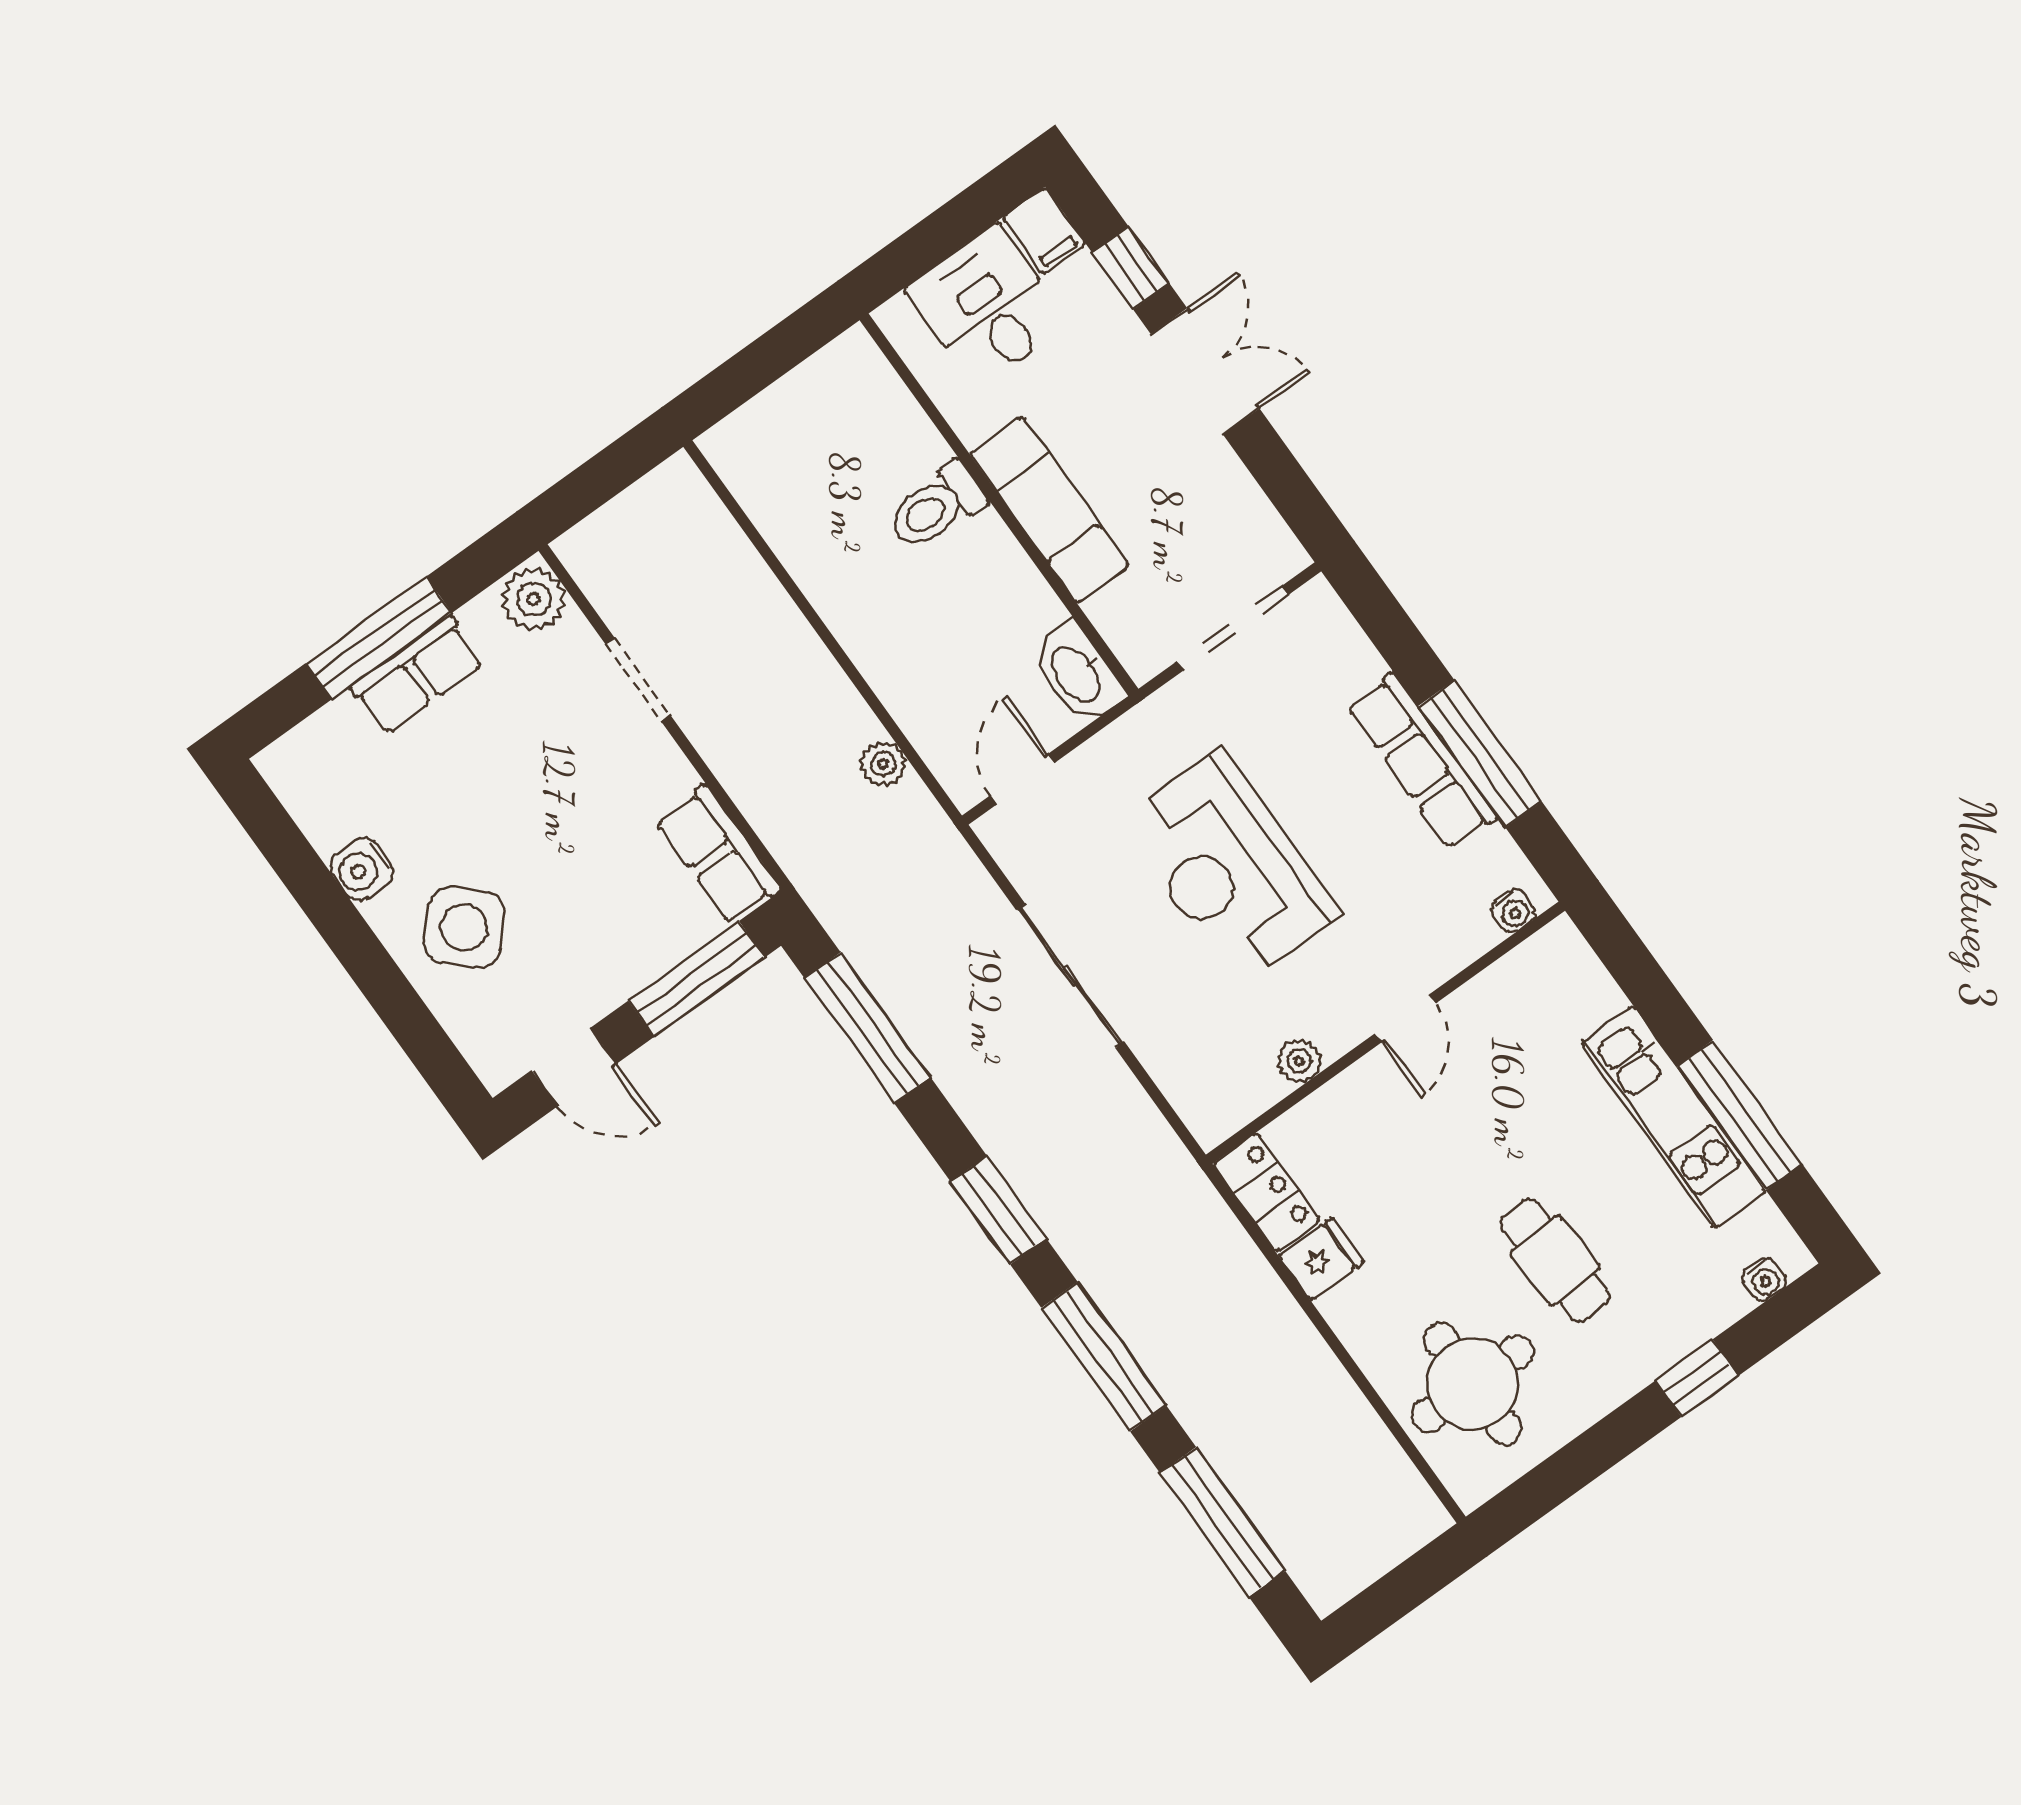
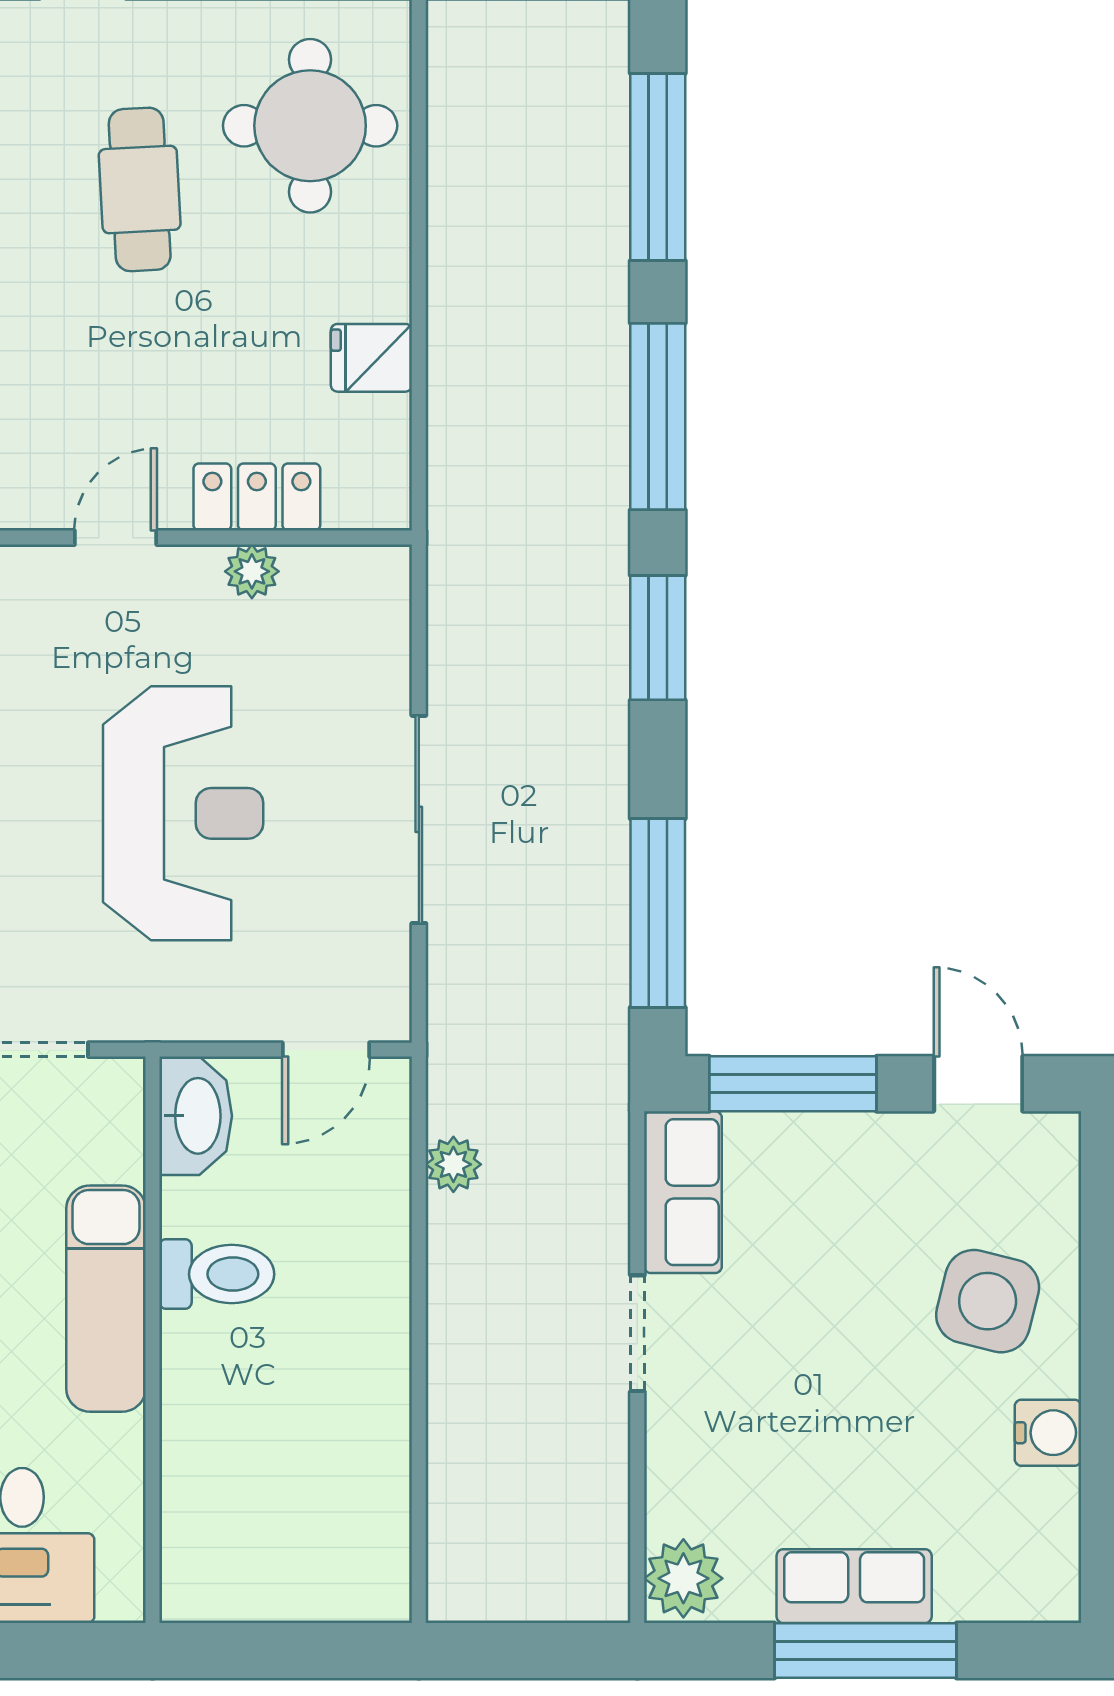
toilet: (936, 507) -> (217, 1274), moved
doorway: (638, 680) -> (637, 1333), moved
side table: (464, 928) -> (988, 1301), turned -30
locker: (1266, 1192) -> (257, 497), moved, turned 90

